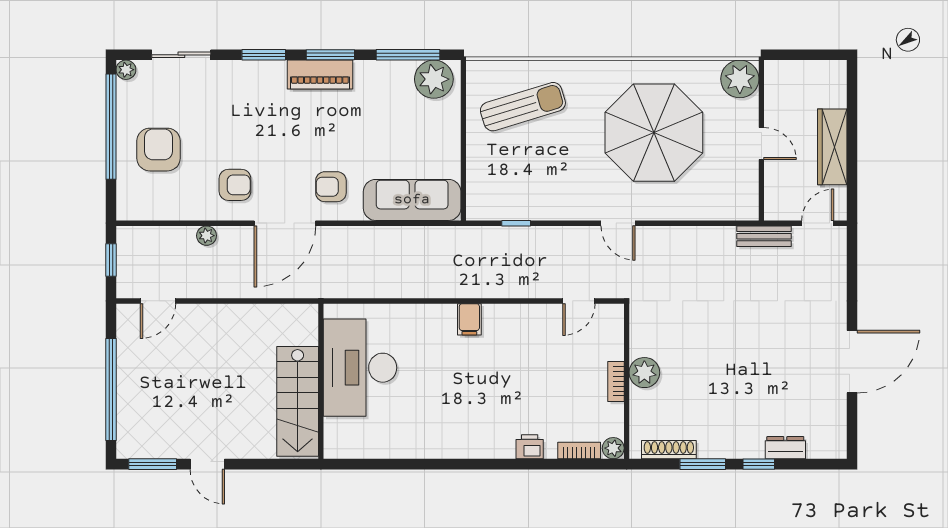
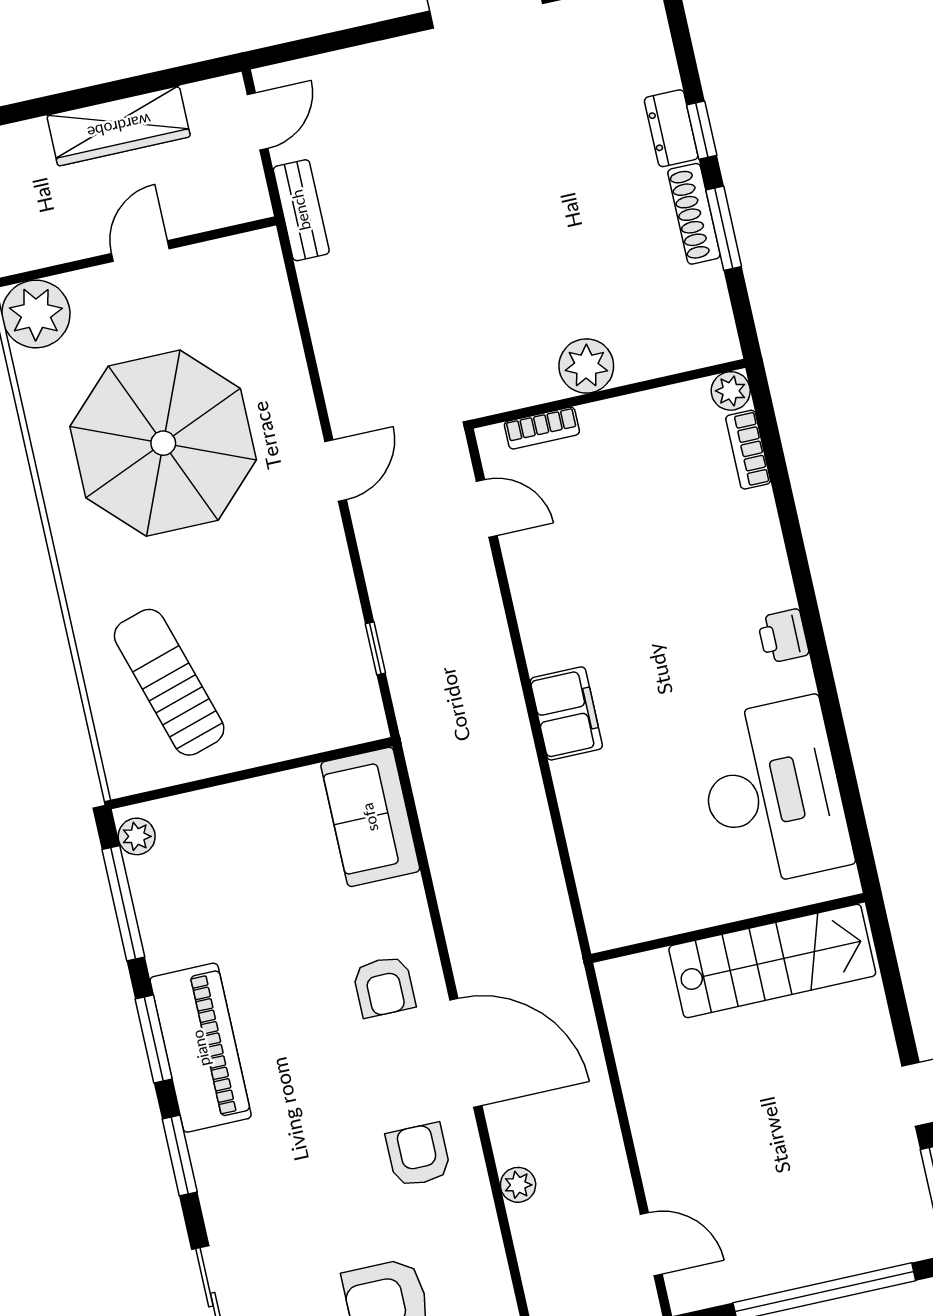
piano: (320, 75) -> (201, 1048), width x1.37, depth x1.33
plant: (434, 79) -> (137, 836), width x0.53, depth x0.53
sofa: (412, 200) -> (370, 817), width x0.73
door: (818, 223) -> (258, 121), swing flipped
filing cabinet: (469, 319) -> (566, 713), width x2.00
desk: (360, 368) -> (773, 793), moved, turned -90
bookcase: (616, 381) -> (542, 428), moved
printer: (530, 447) -> (783, 636), moved
dresser: (785, 448) -> (671, 128), moved
shoe rack: (669, 450) -> (694, 214), moved

